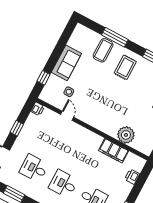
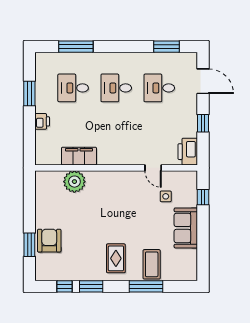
printer: (38, 109) -> (188, 152), width x1.87, depth x1.48
desk: (34, 168) -> (159, 88), turned 180
printer: (132, 177) -> (42, 121), moved
desk: (63, 184) -> (116, 88), turned 180

